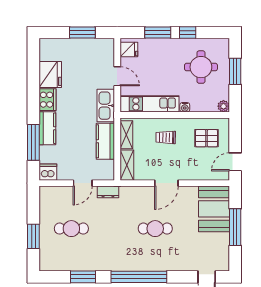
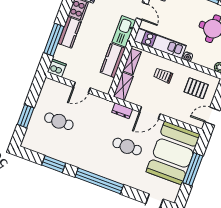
dresser: (108, 192) -> (122, 111), moved
booth: (214, 209) -> (173, 153), width x1.36, depth x1.42

